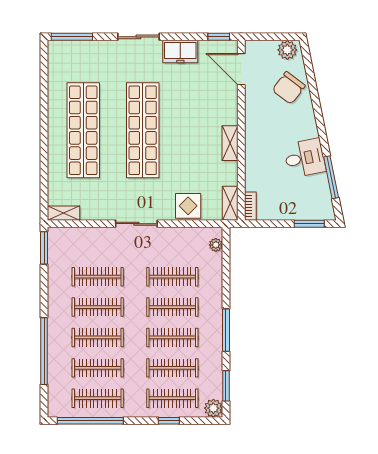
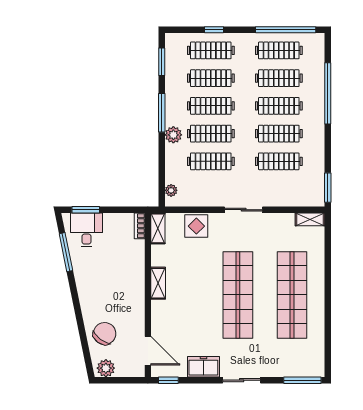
desk: (305, 158) -> (86, 230), moved, turned 101
plant: (213, 408) -> (173, 135), moved

